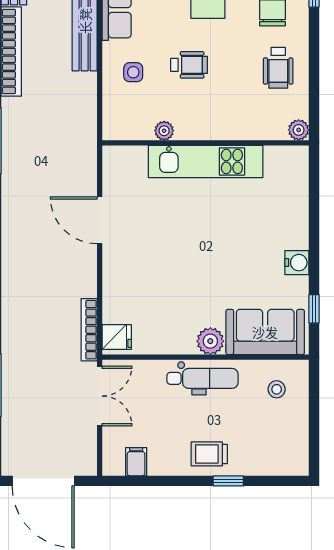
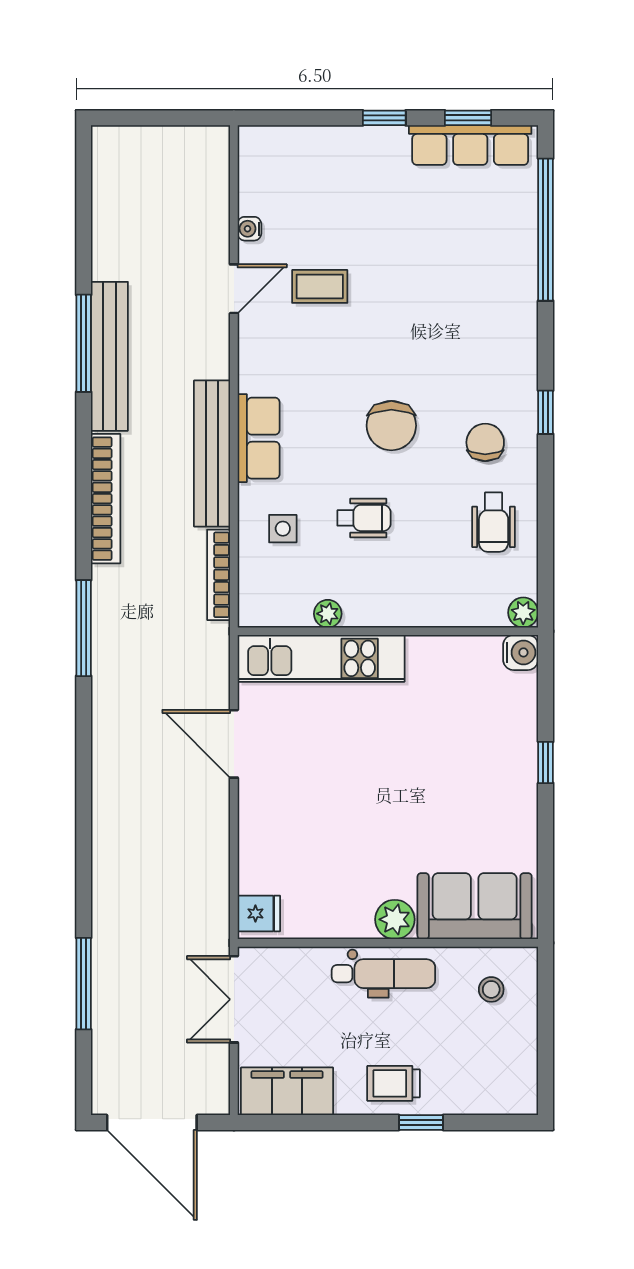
kitchen unit: (206, 161) -> (321, 658), moved
water cooler: (297, 263) -> (521, 652), moved
window: (314, 309) -> (546, 762), moved
bookcase: (89, 330) -> (219, 575), moved
double door: (100, 396) -> (234, 999), swing flipped
filing cabinet: (136, 462) -> (287, 1091), width x3.00, depth x1.17

